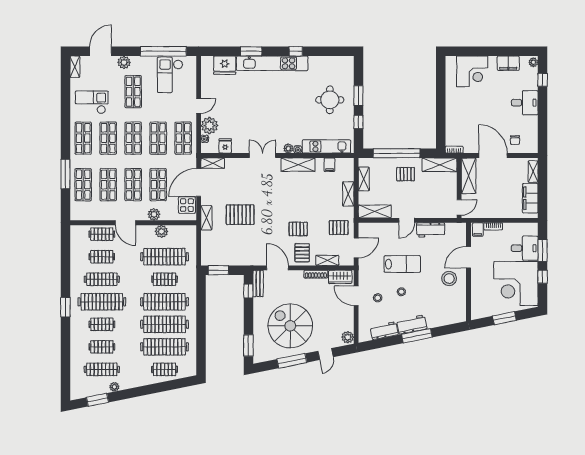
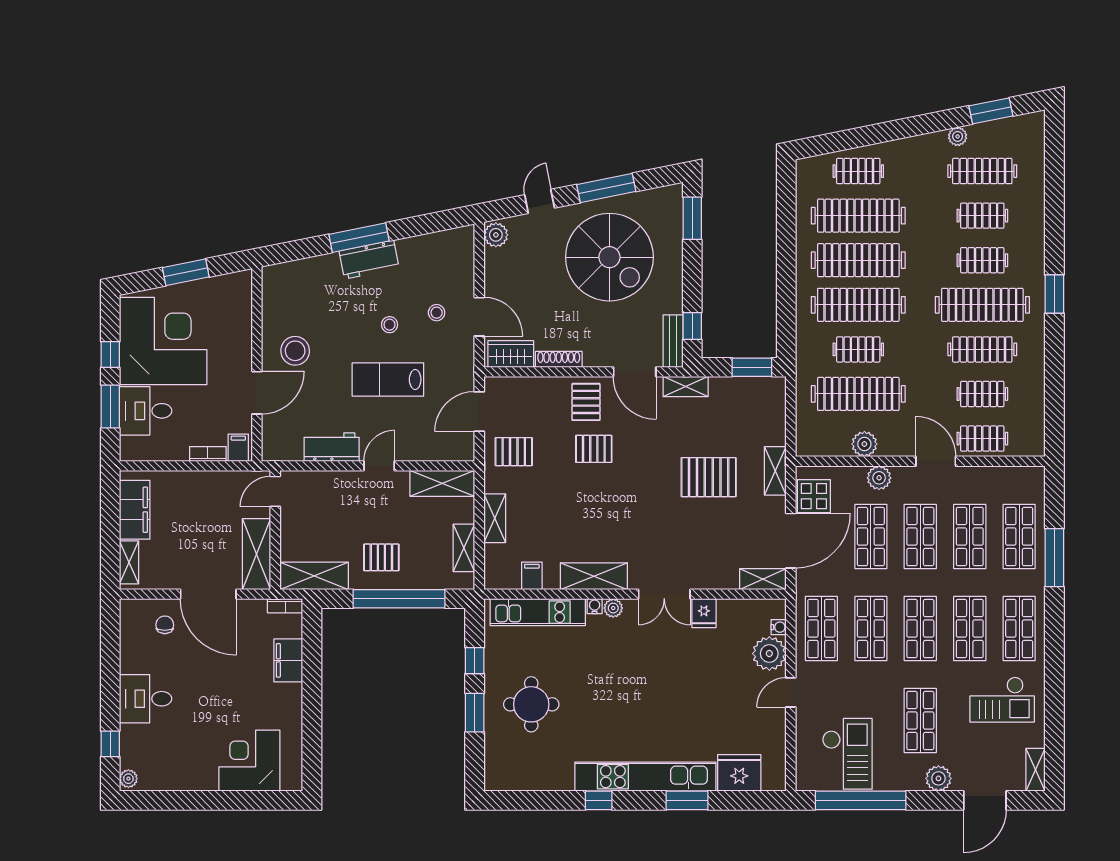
filing cabinet: (508, 63) -> (288, 660), moved, turned -90
fridge: (225, 146) -> (704, 613), moved
shelving: (327, 260) -> (686, 387), moved
workbench: (384, 331) -> (424, 248), removed

